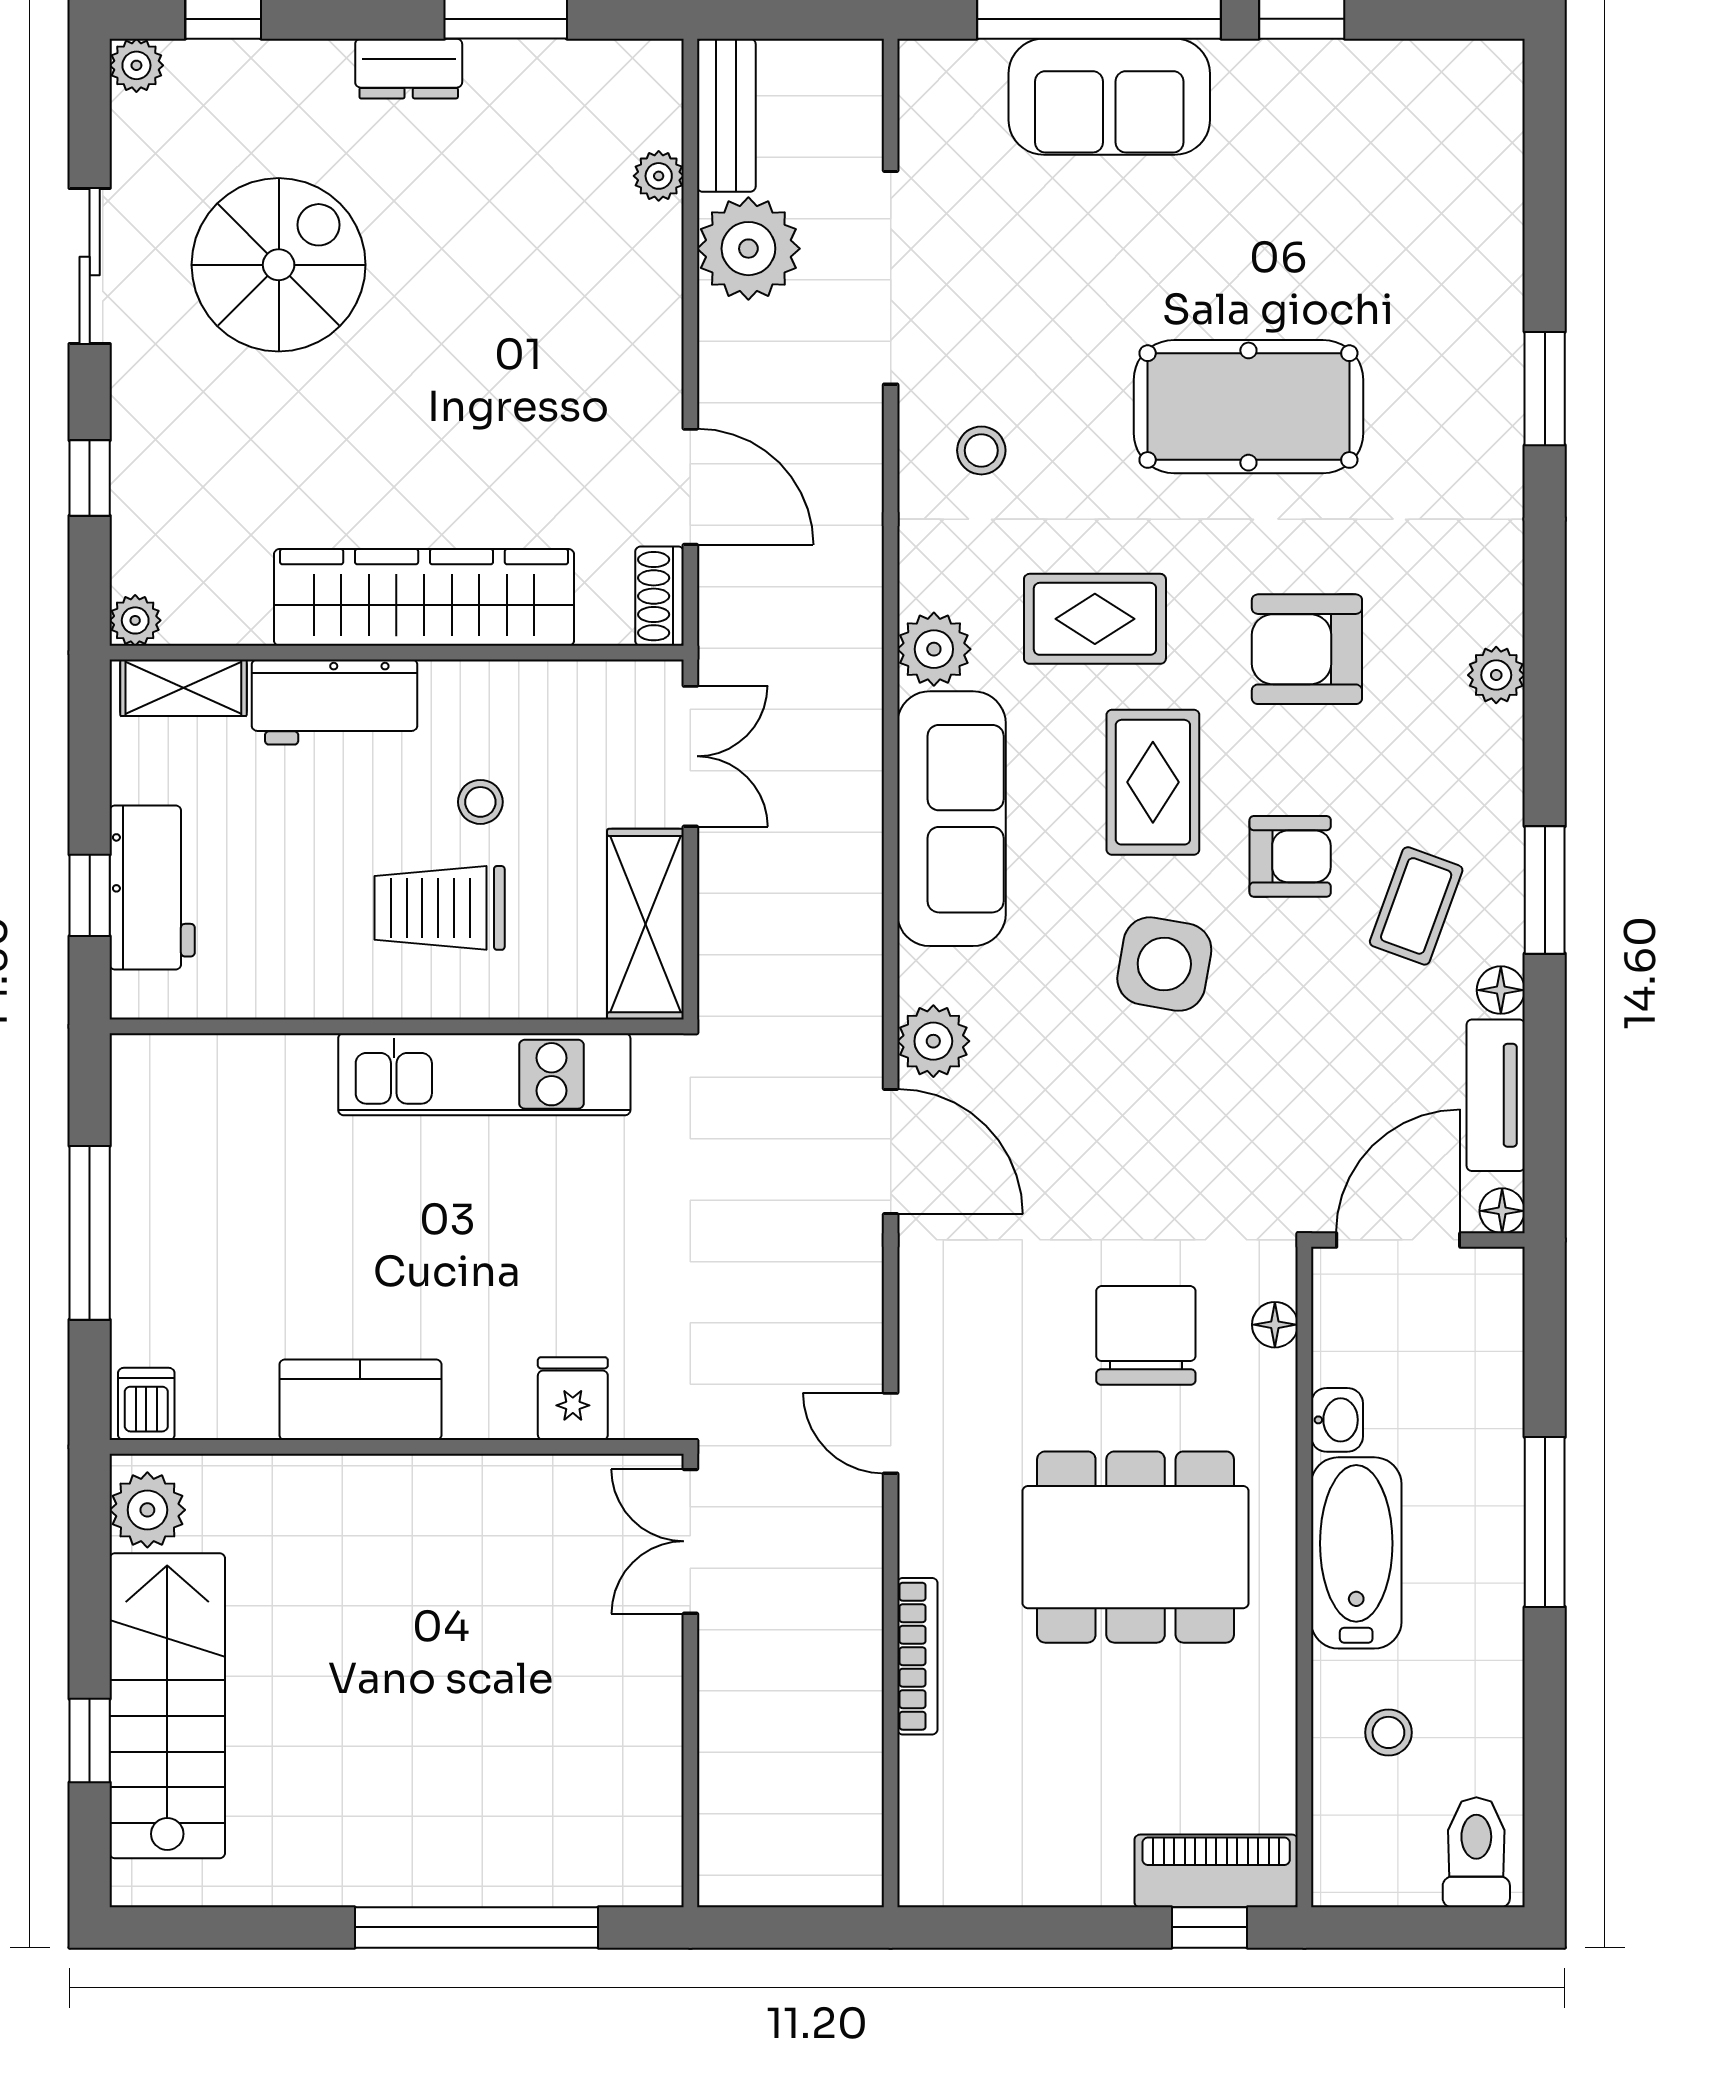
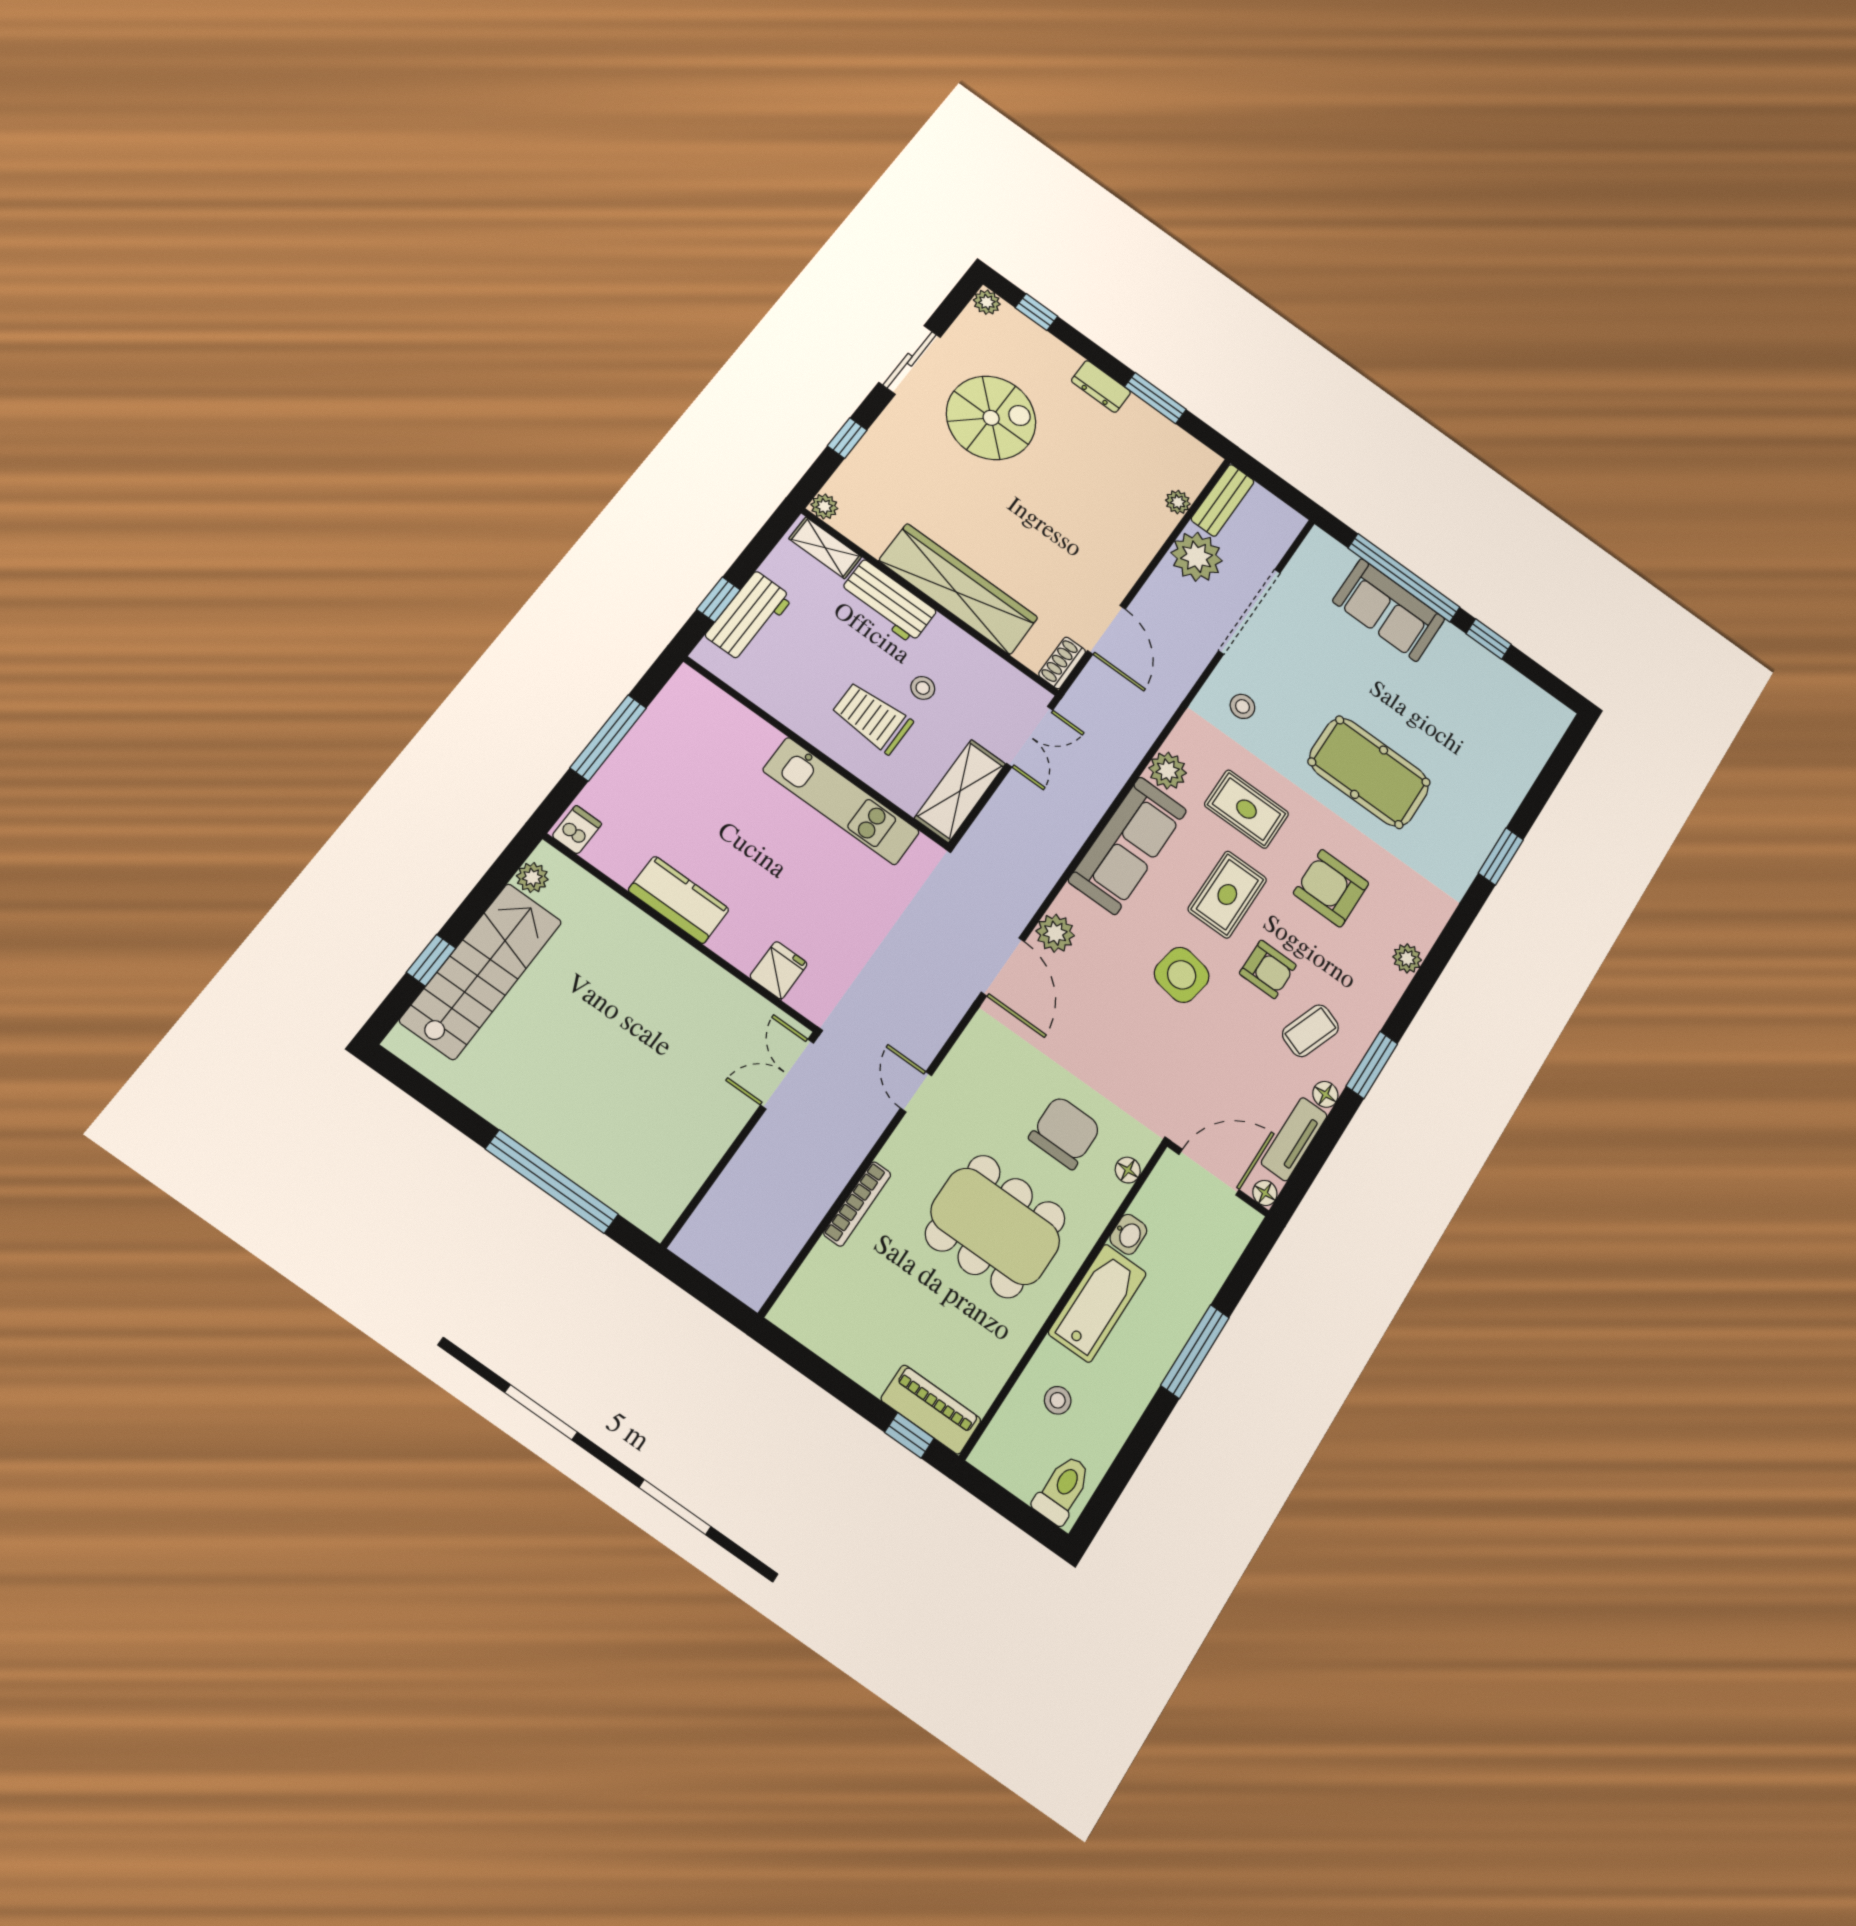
plant: (147, 1510) -> (532, 878), width x0.73, depth x0.73

